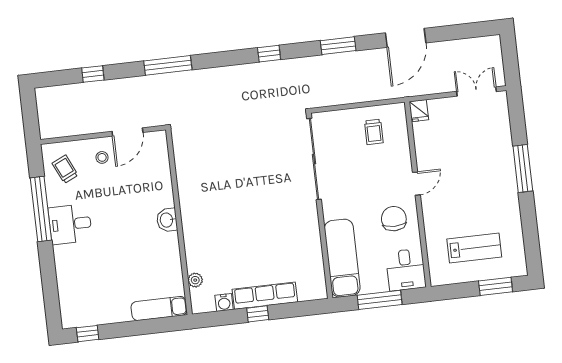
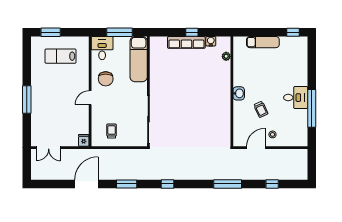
trolley: (65, 169) -> (261, 109), moved
exam couch: (159, 308) -> (263, 42), moved

